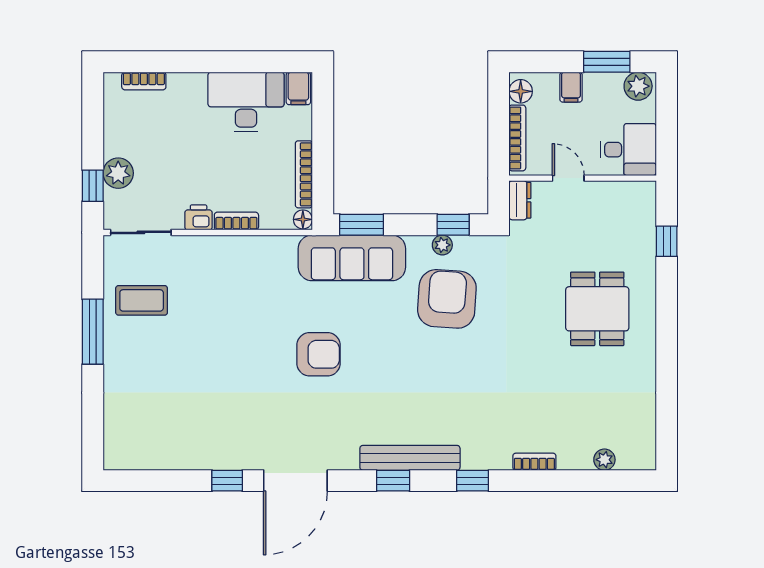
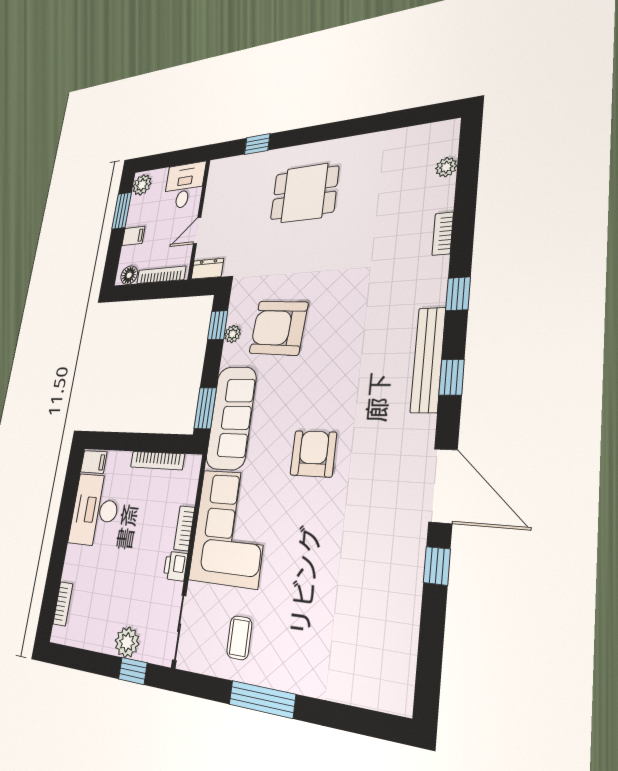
floor lamp: (303, 219) -> (193, 463), removed
corner sofa: (242, 274) -> (230, 528), added
coffee table: (142, 300) -> (239, 638), width x0.73, depth x0.77

